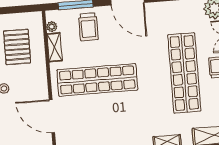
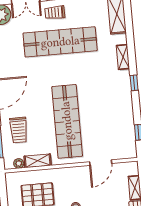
trolley: (88, 27) -> (19, 130), turned 90
door: (52, 116) -> (101, 163), width x0.73

